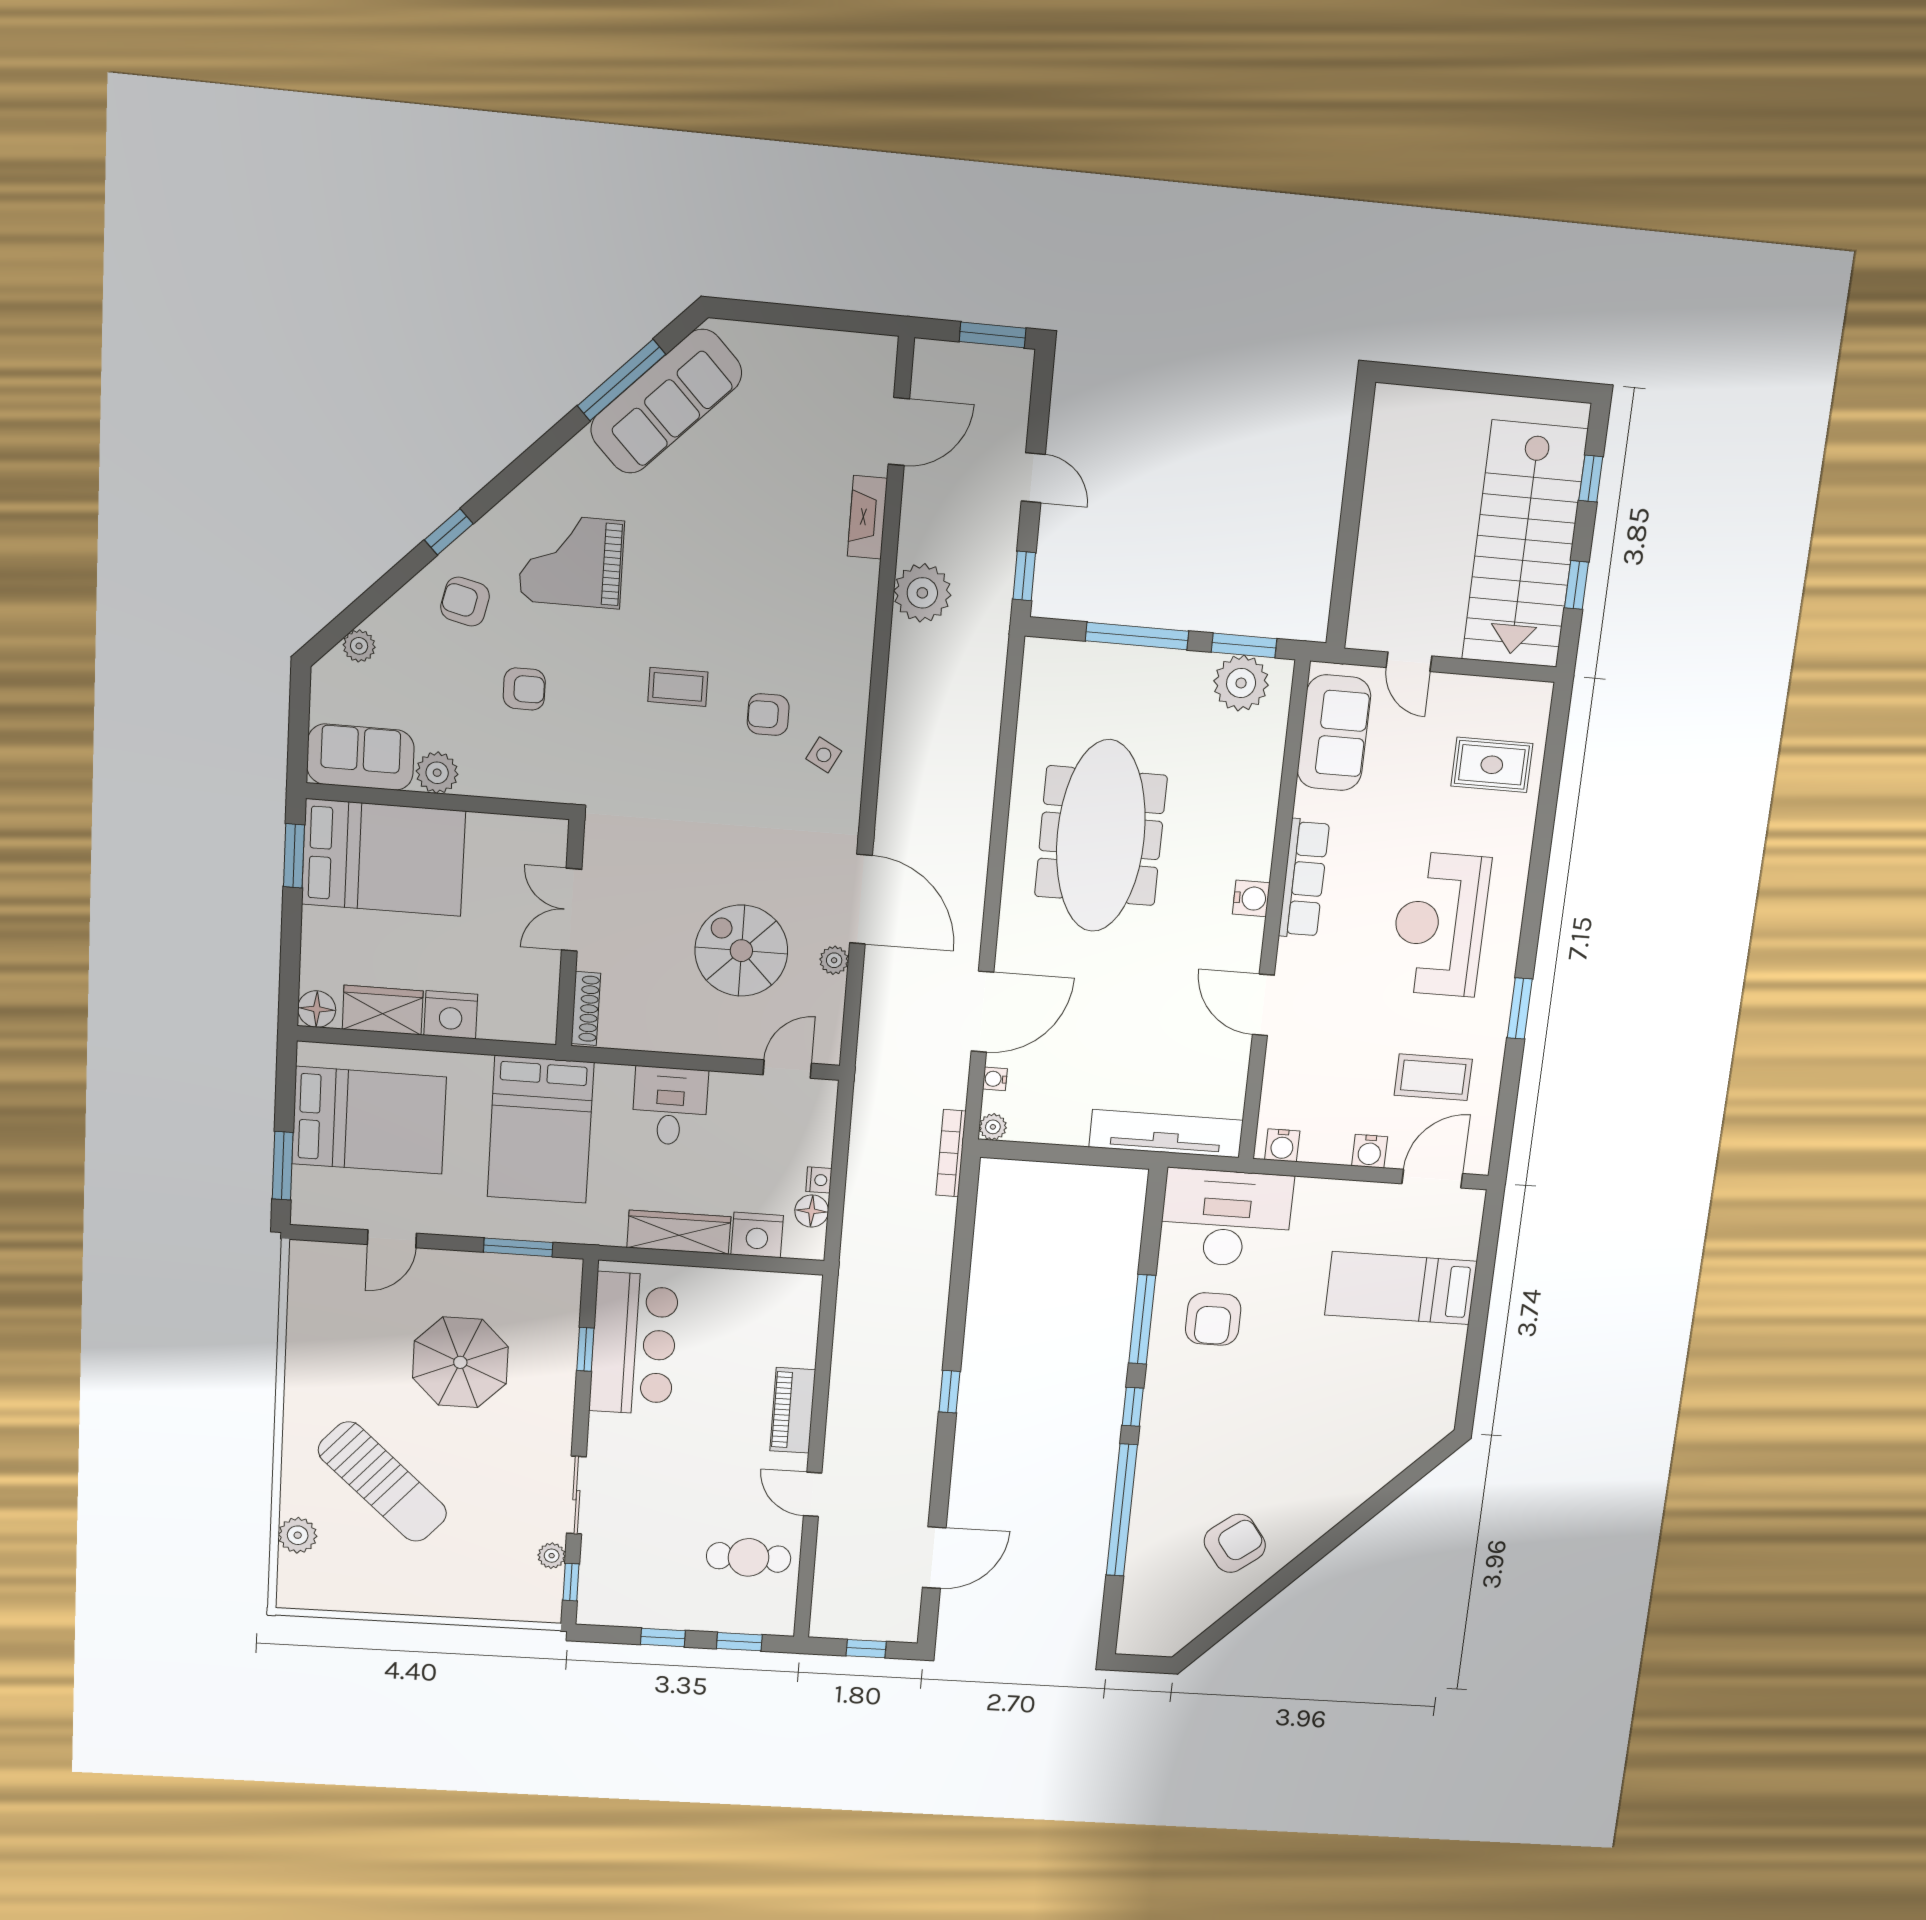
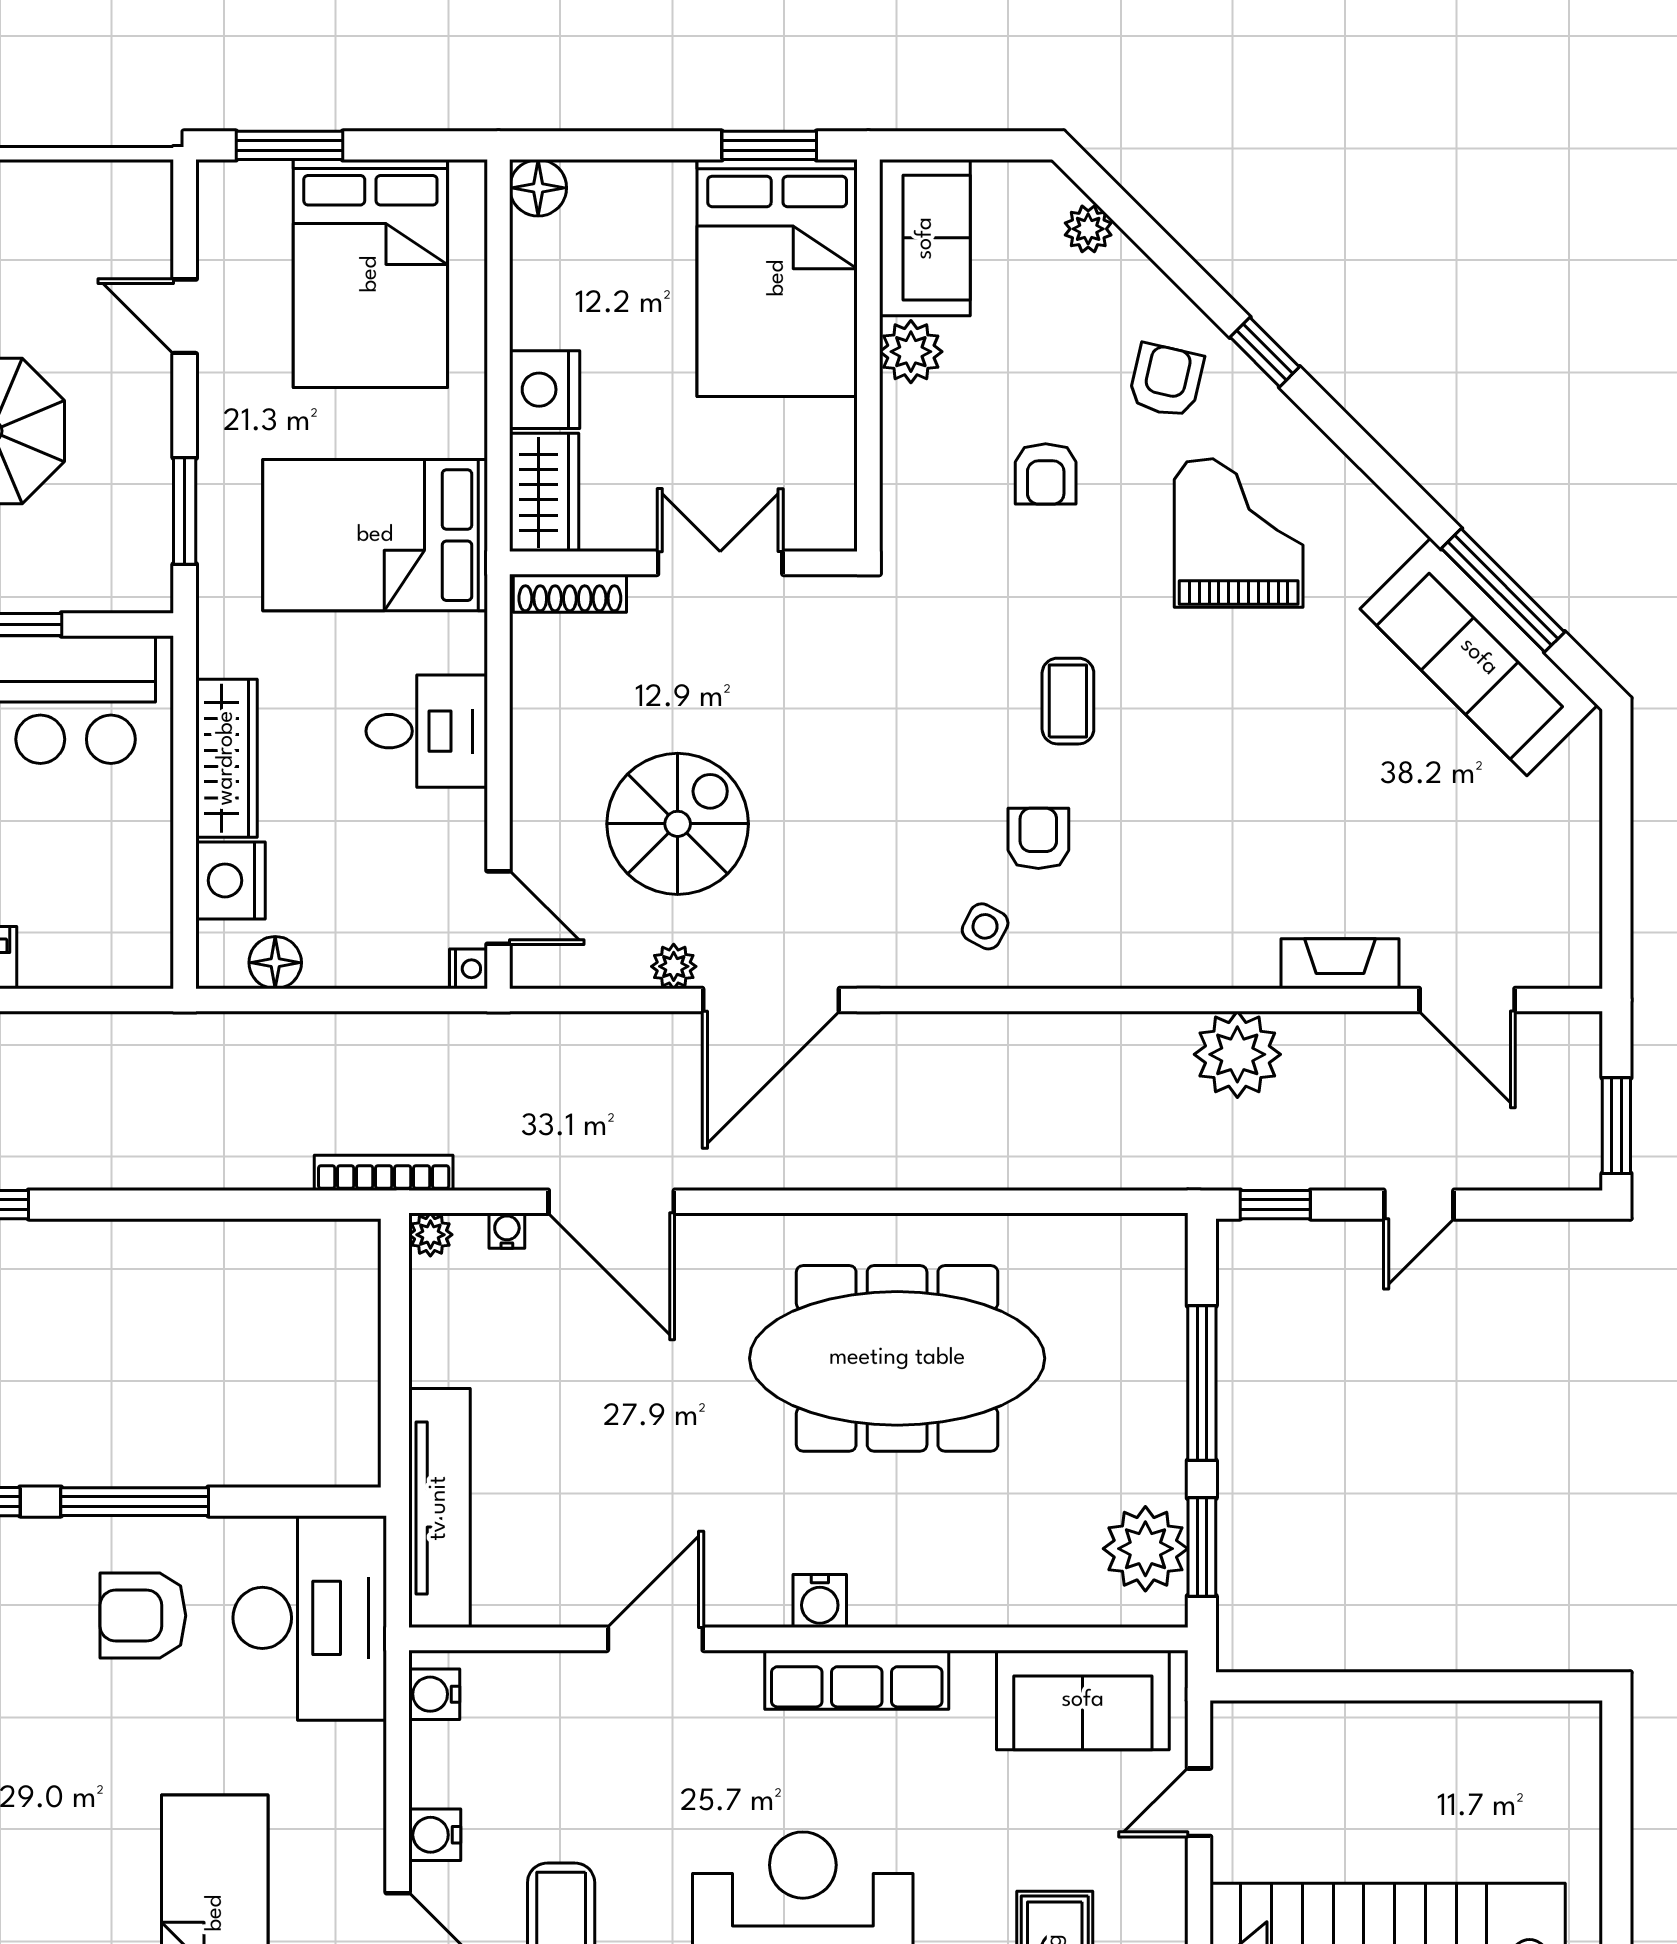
wardrobe: (383, 1010) -> (544, 492), moved
nightstand: (819, 1180) -> (468, 969), moved, turned -90

